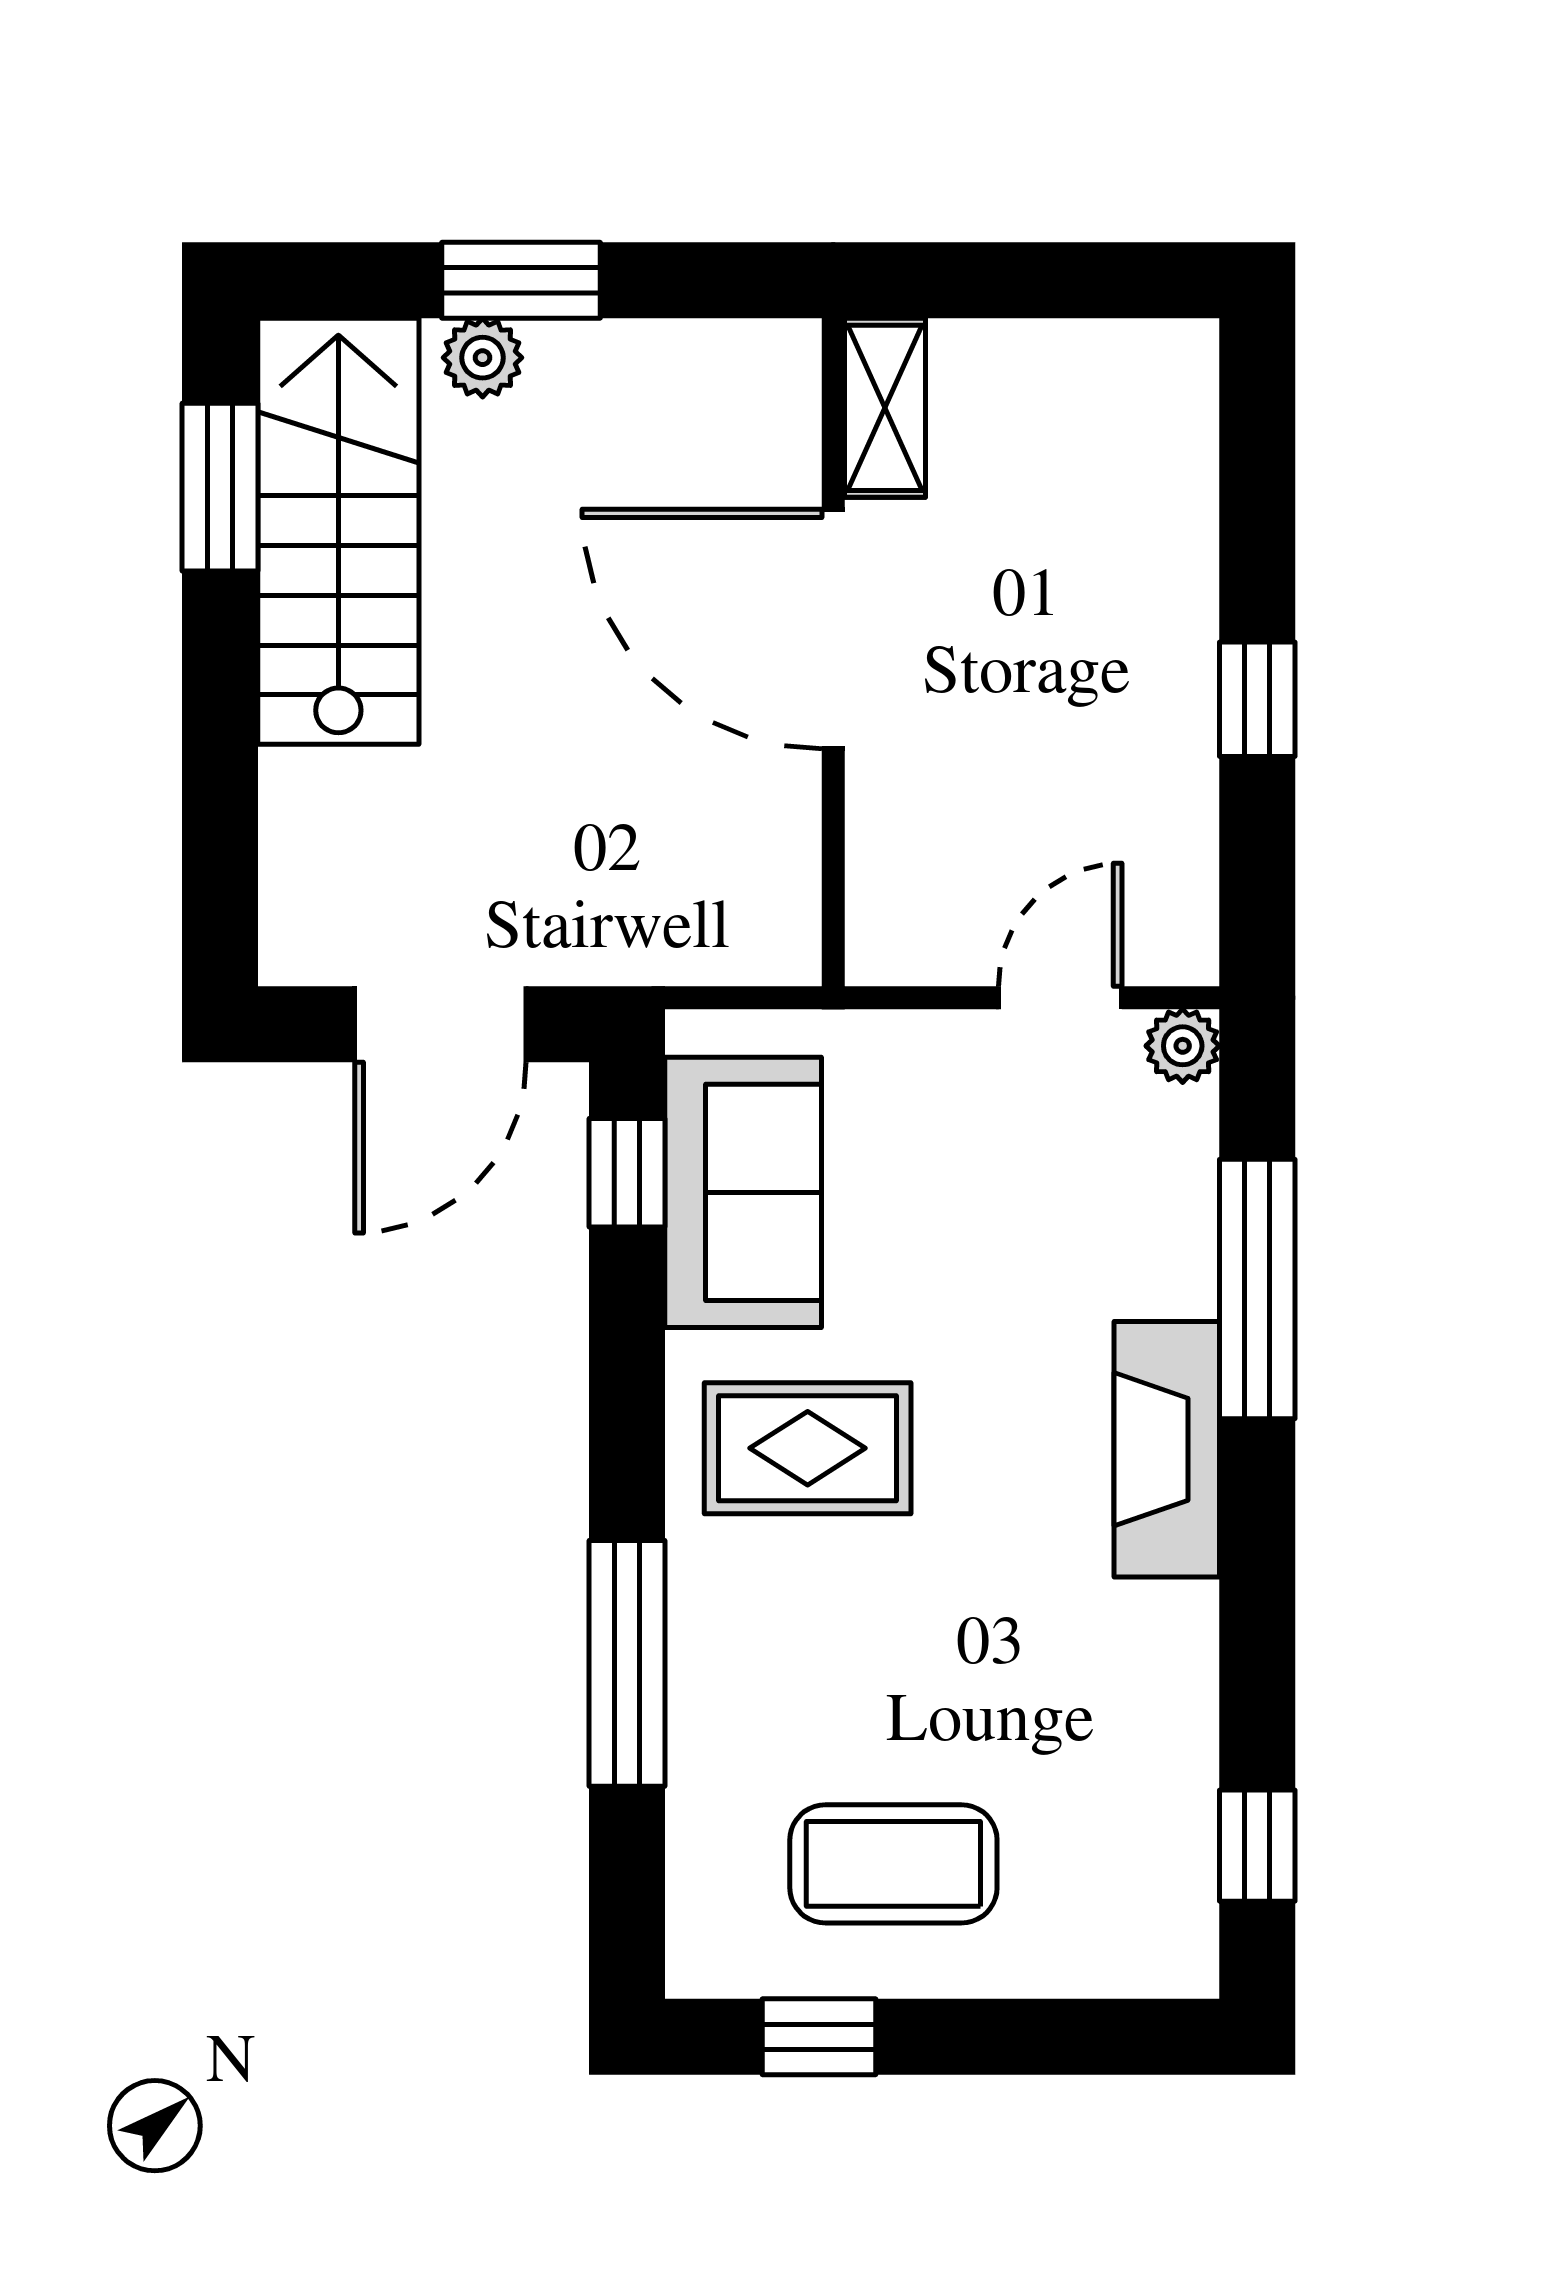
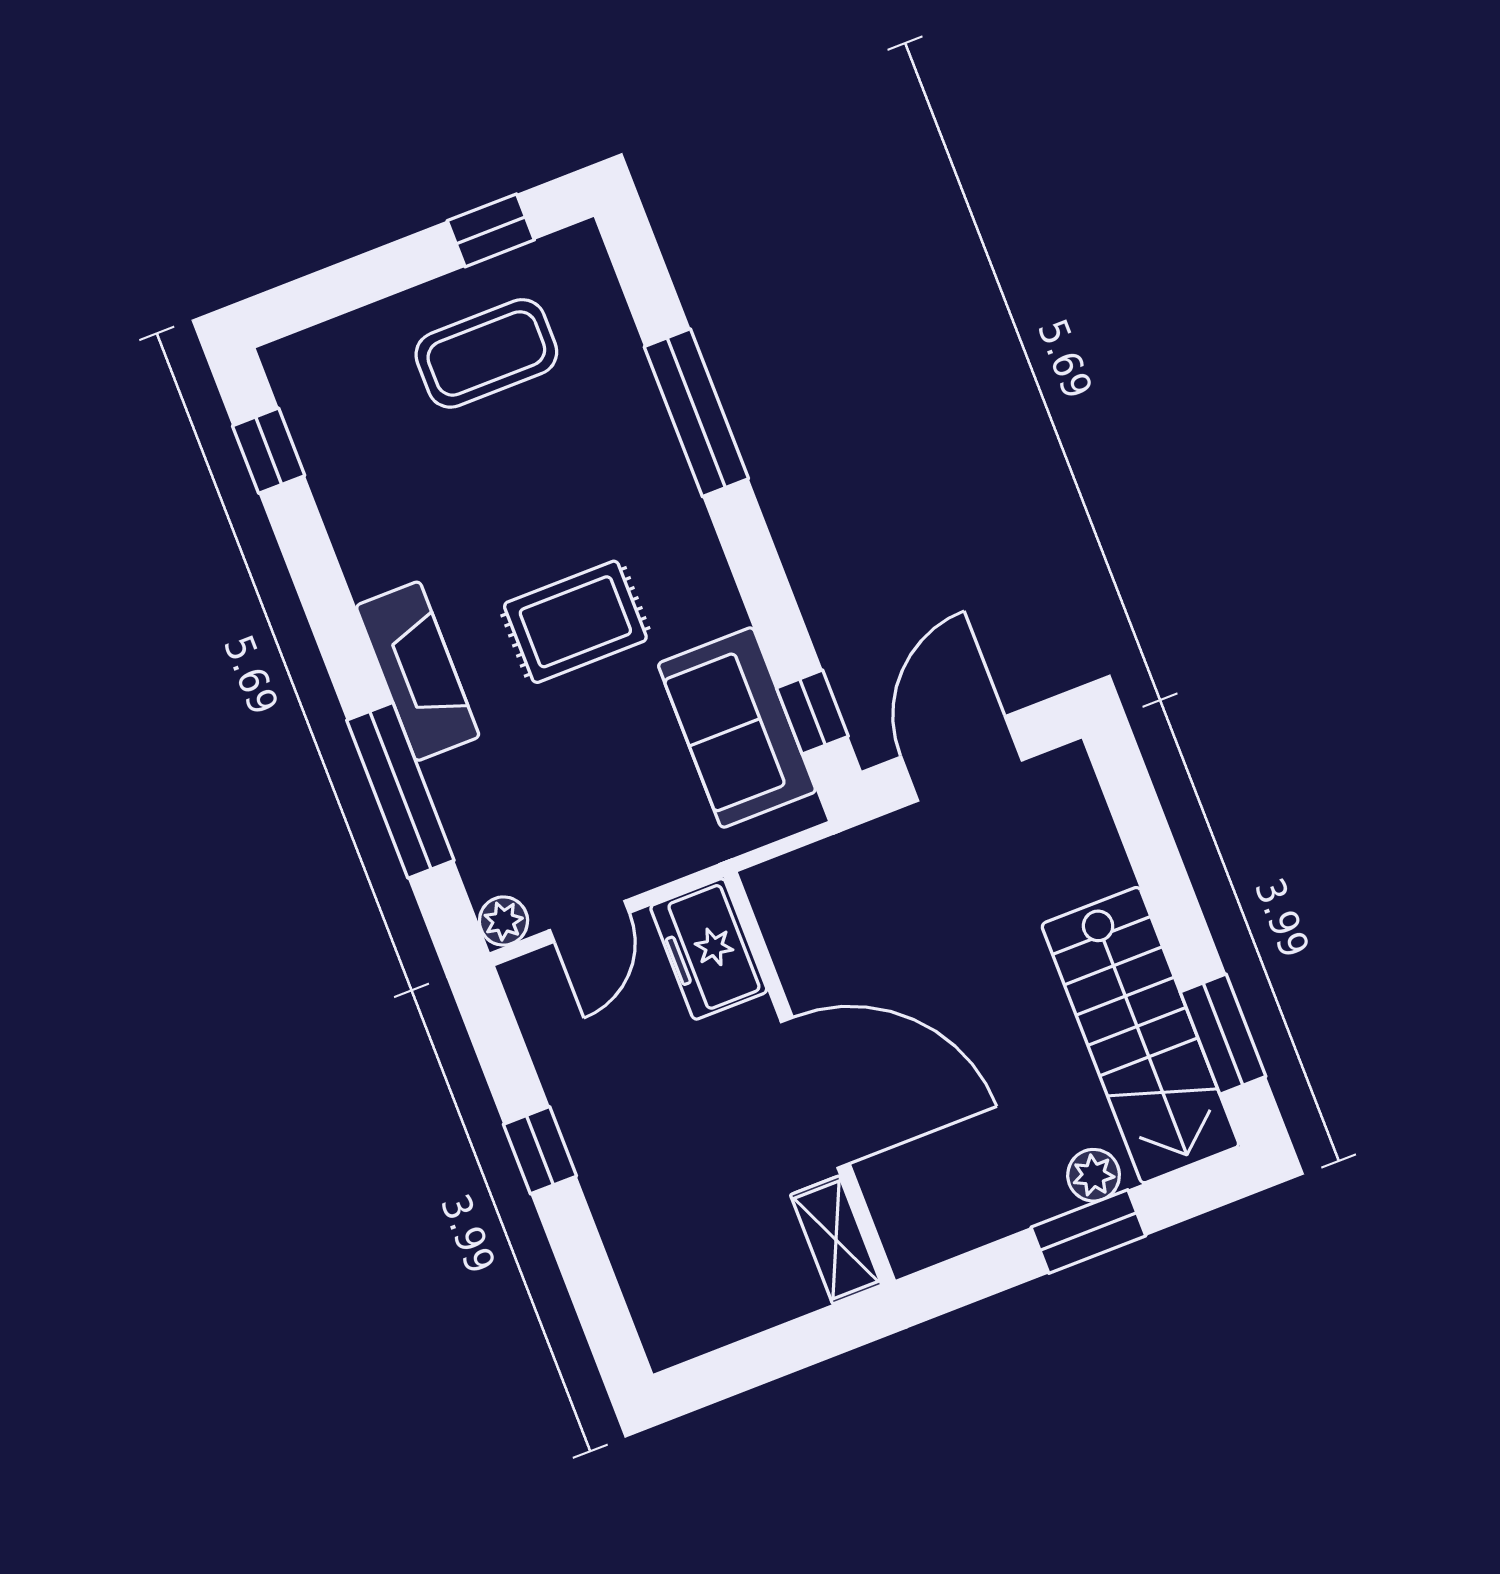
freezer: (906, 893) -> (709, 949), added
rug: (808, 1448) -> (575, 622), moved

